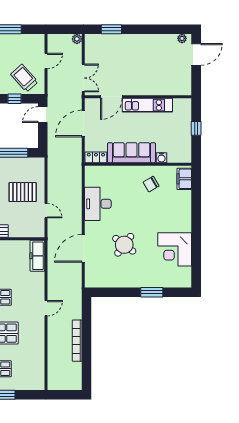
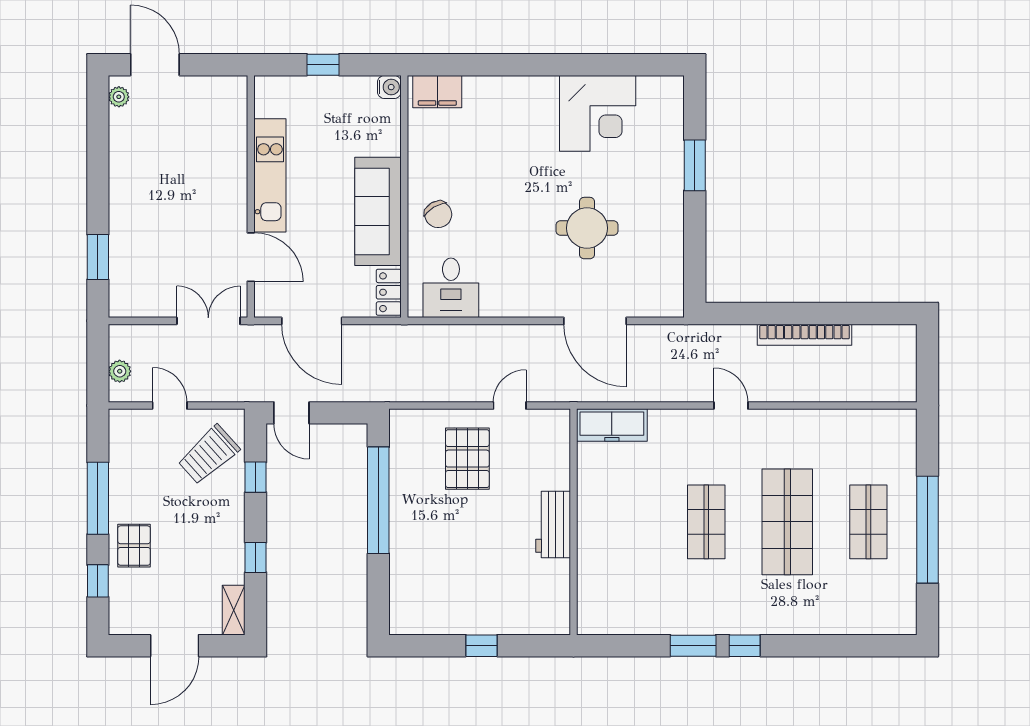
plant: (77, 39) -> (120, 371), moved
water cooler: (161, 158) -> (389, 87), moved
chair: (151, 184) -> (438, 214), moved
desk: (98, 204) -> (451, 288), moved, width x0.73
round table: (124, 245) -> (587, 228), turned -37

